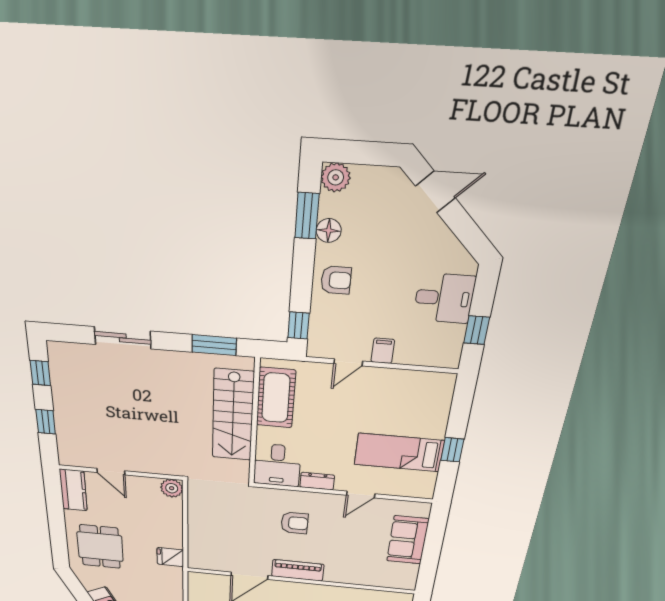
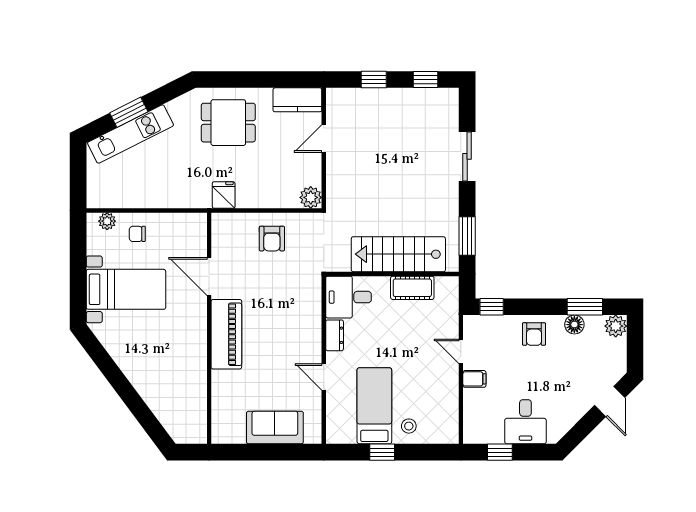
cot: (276, 398) -> (412, 288), width x0.73, depth x0.75
stool: (427, 422) -> (409, 426), added
armchair: (294, 523) -> (272, 239), moved
piano: (298, 570) -> (226, 334), width x1.37, depth x1.33

